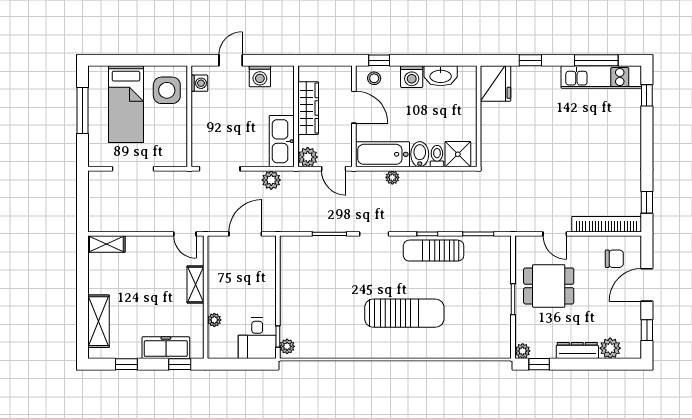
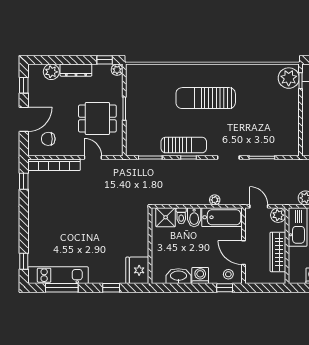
plant: (287, 346) -> (289, 78), width x1.88, depth x1.88

